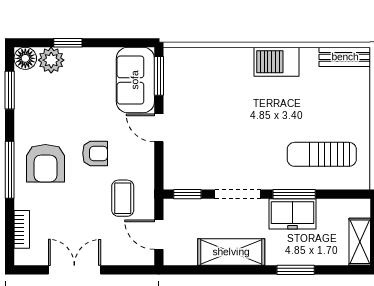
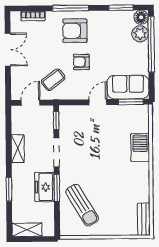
window: (68, 43) -> (151, 44), width x3.17
barbecue: (277, 62) -> (140, 147), moved
armchair: (95, 153) -> (81, 62), turned 90
sun lounger: (322, 154) -> (82, 205), turned 149
coffee table: (123, 198) -> (53, 80), turned -38
shelving: (231, 252) -> (18, 149), width x0.67, depth x0.75

